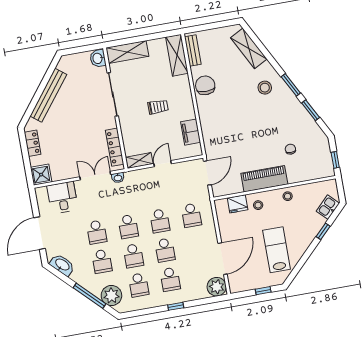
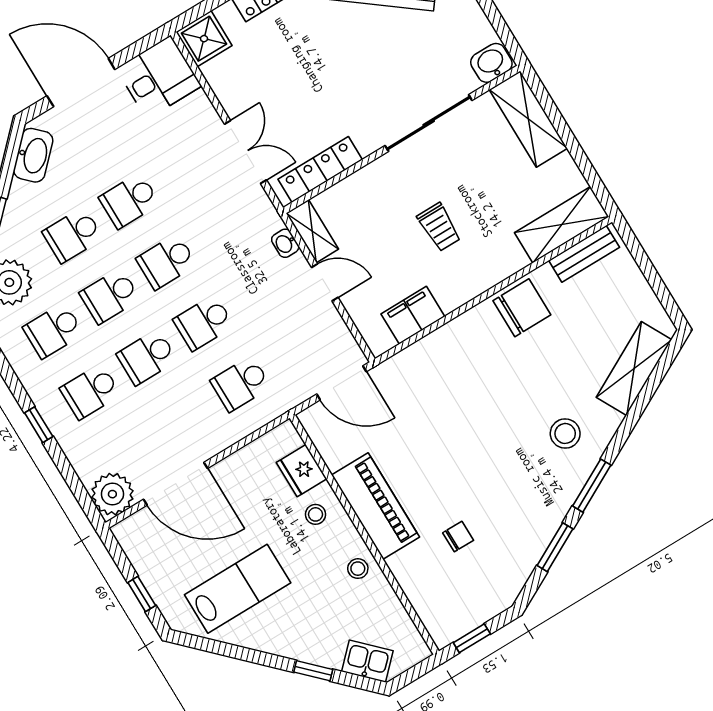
washbasin: (118, 178) -> (285, 243), moved
desk: (62, 198) -> (159, 77), moved

